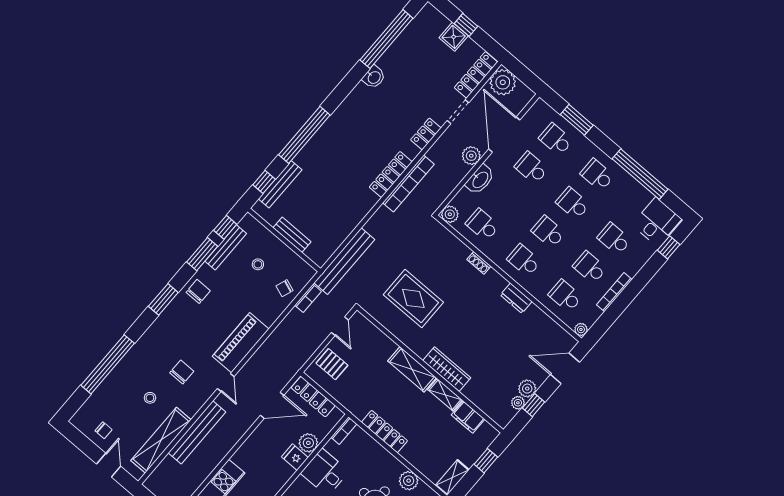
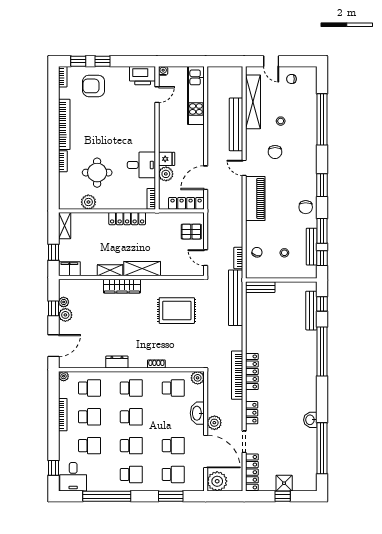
plant: (503, 82) -> (217, 481), moved
bench: (292, 235) -> (260, 287), moved
filing cabinet: (468, 417) -> (69, 269), moved

